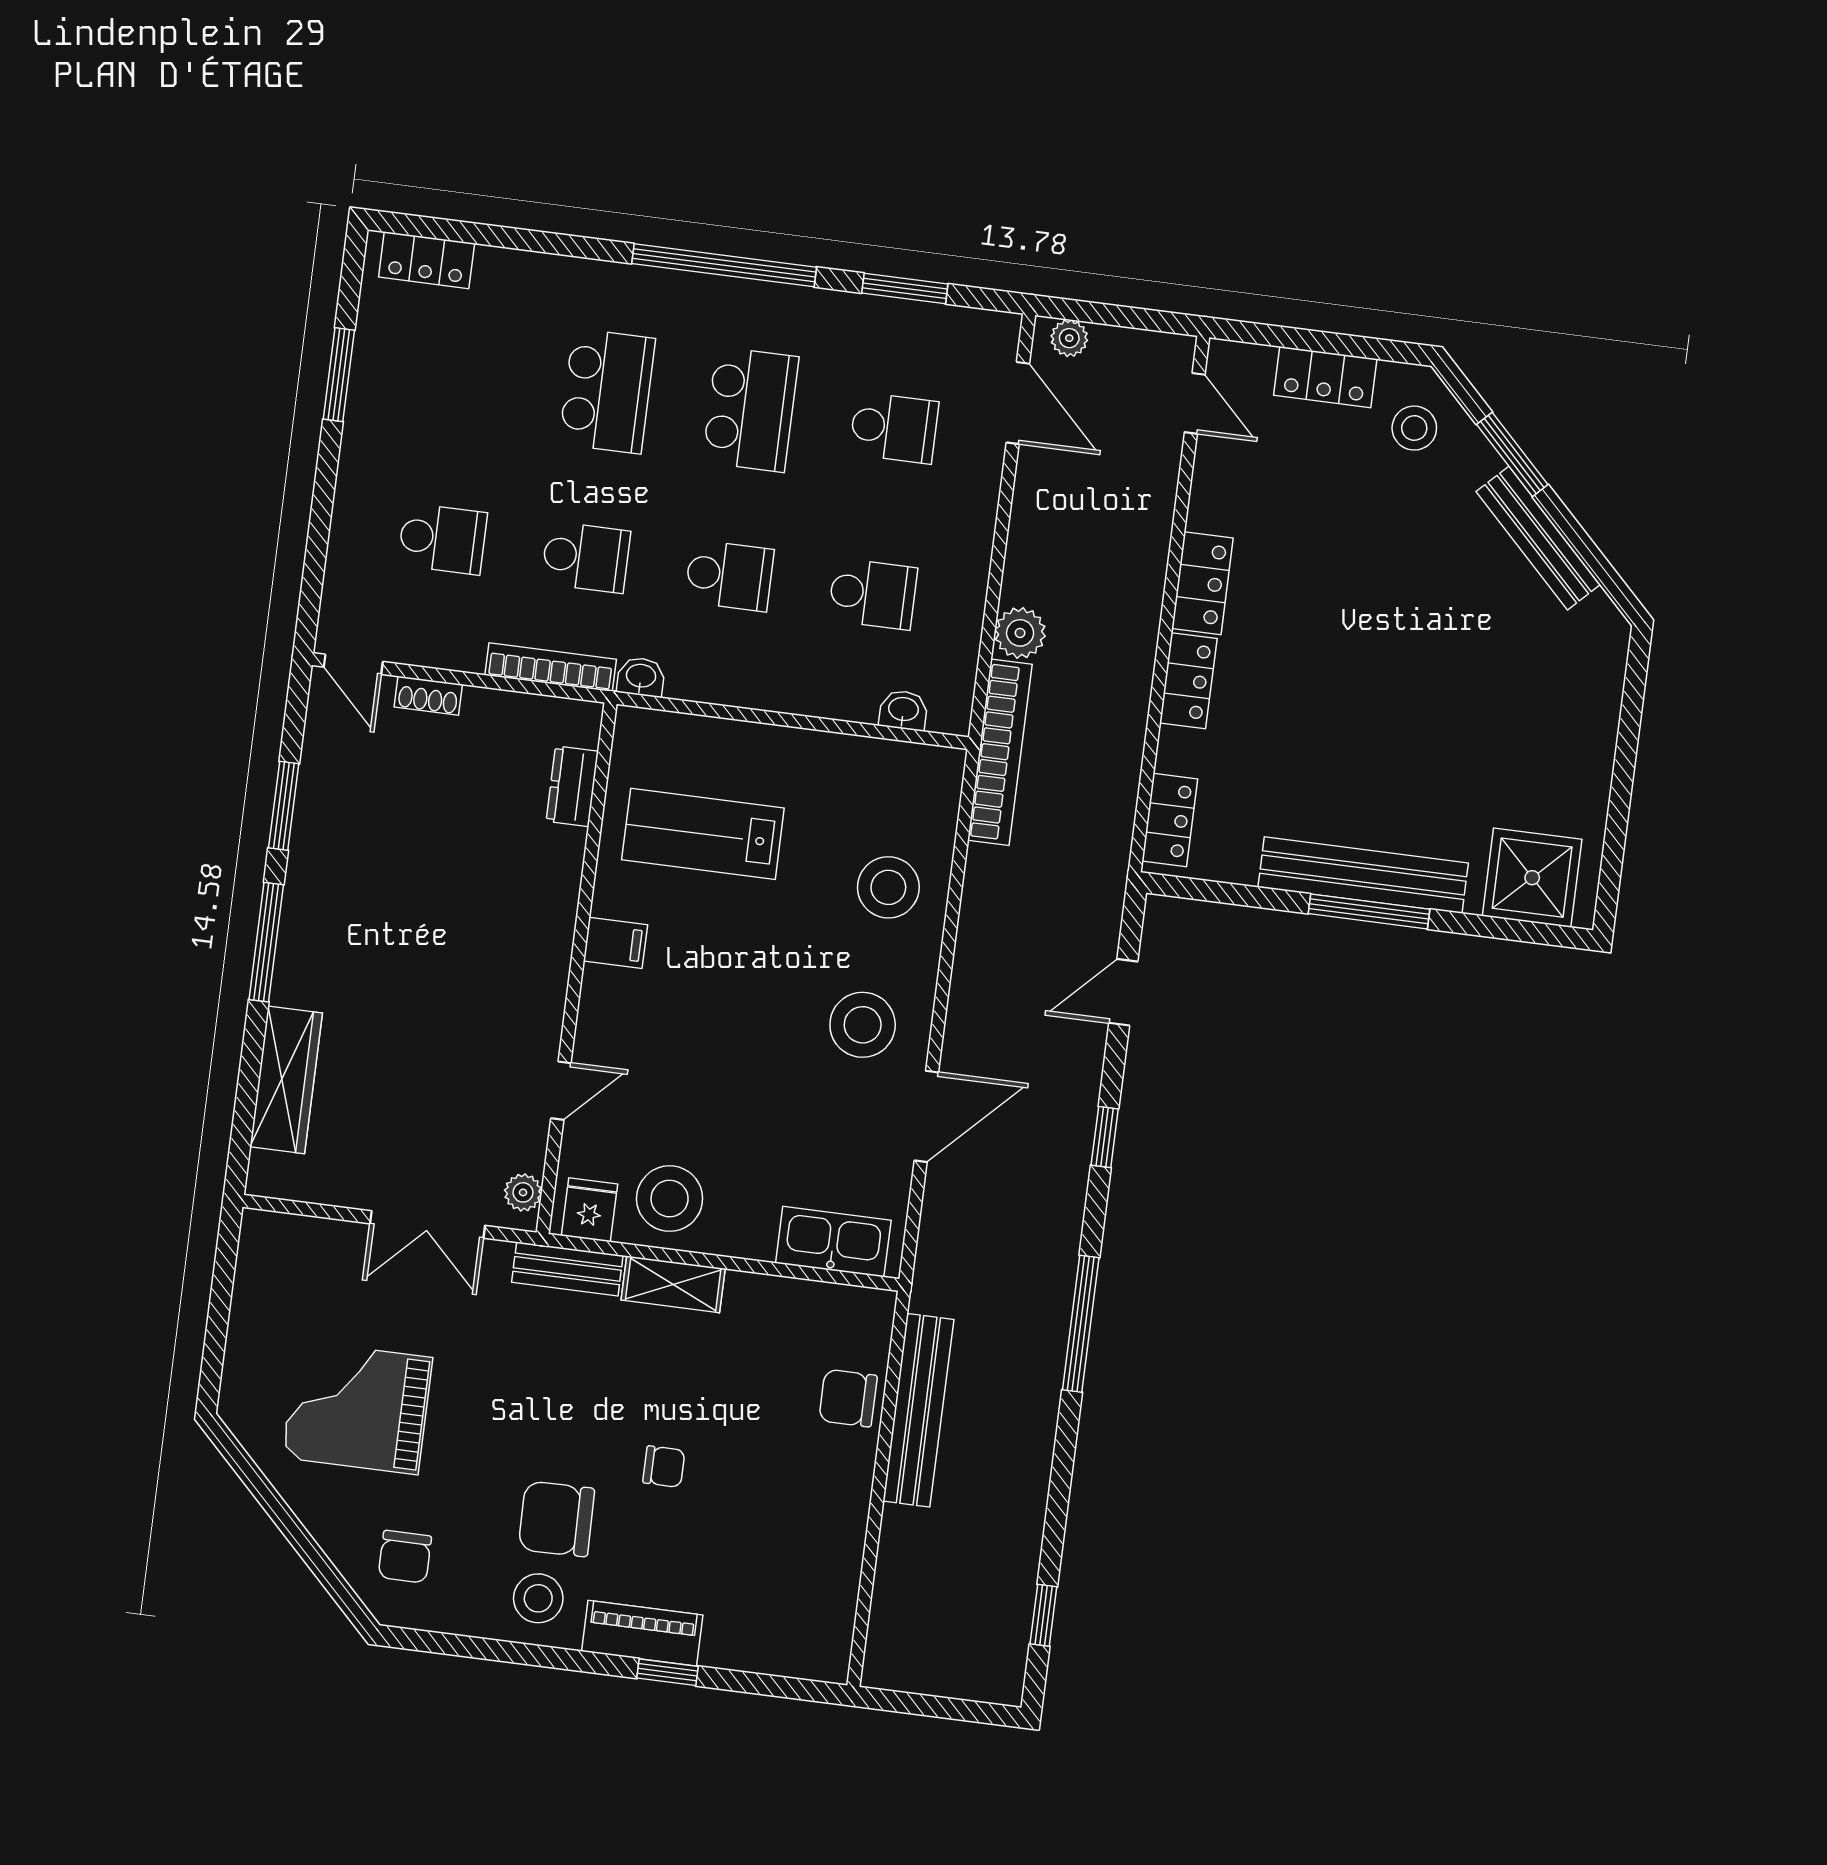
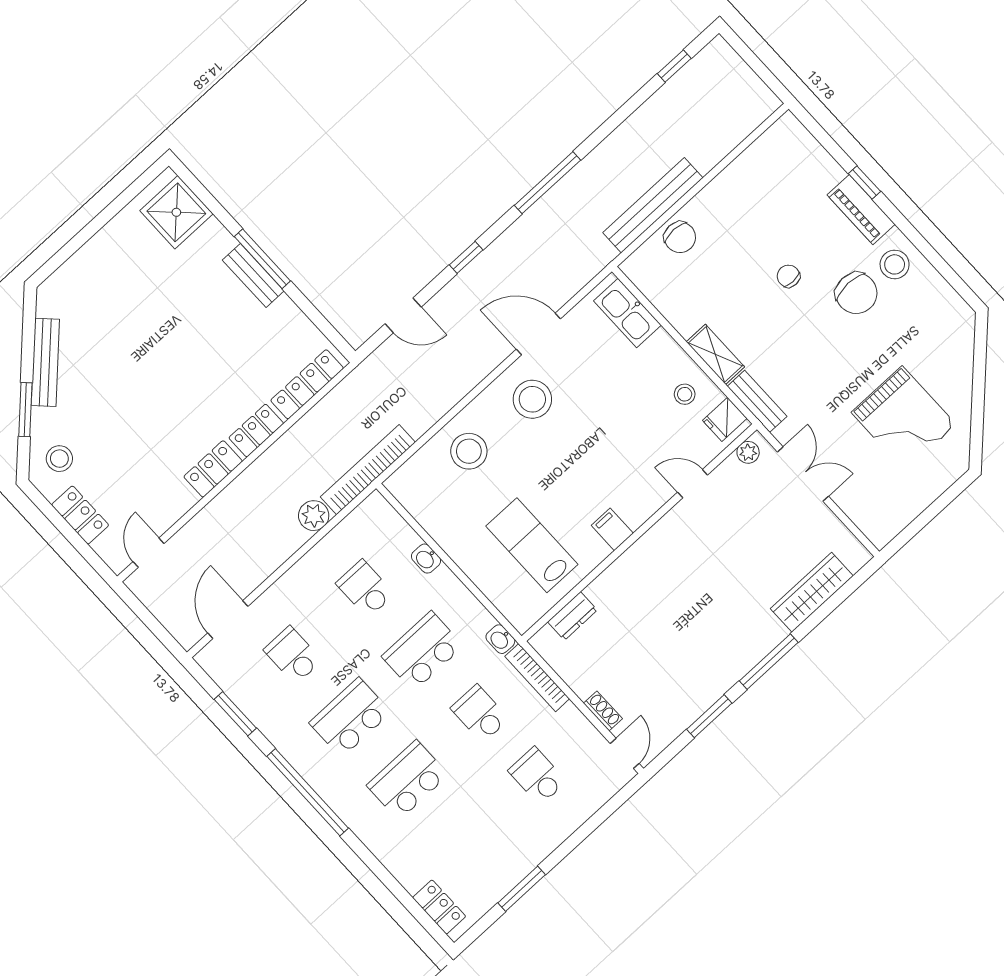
plant: (1069, 338) -> (180, 629), removed
school desk: (729, 576) -> (422, 651), width x1.85
washbasin: (903, 710) -> (426, 559), moved
locker: (1170, 820) -> (307, 384), width x1.53
lab bench: (703, 834) -> (532, 545), turned 180
bench: (1363, 875) -> (253, 276), width x0.54, depth x0.82
stool: (670, 1199) -> (685, 394), width x0.53, depth x0.53
chair: (405, 1557) -> (939, 334), removed

